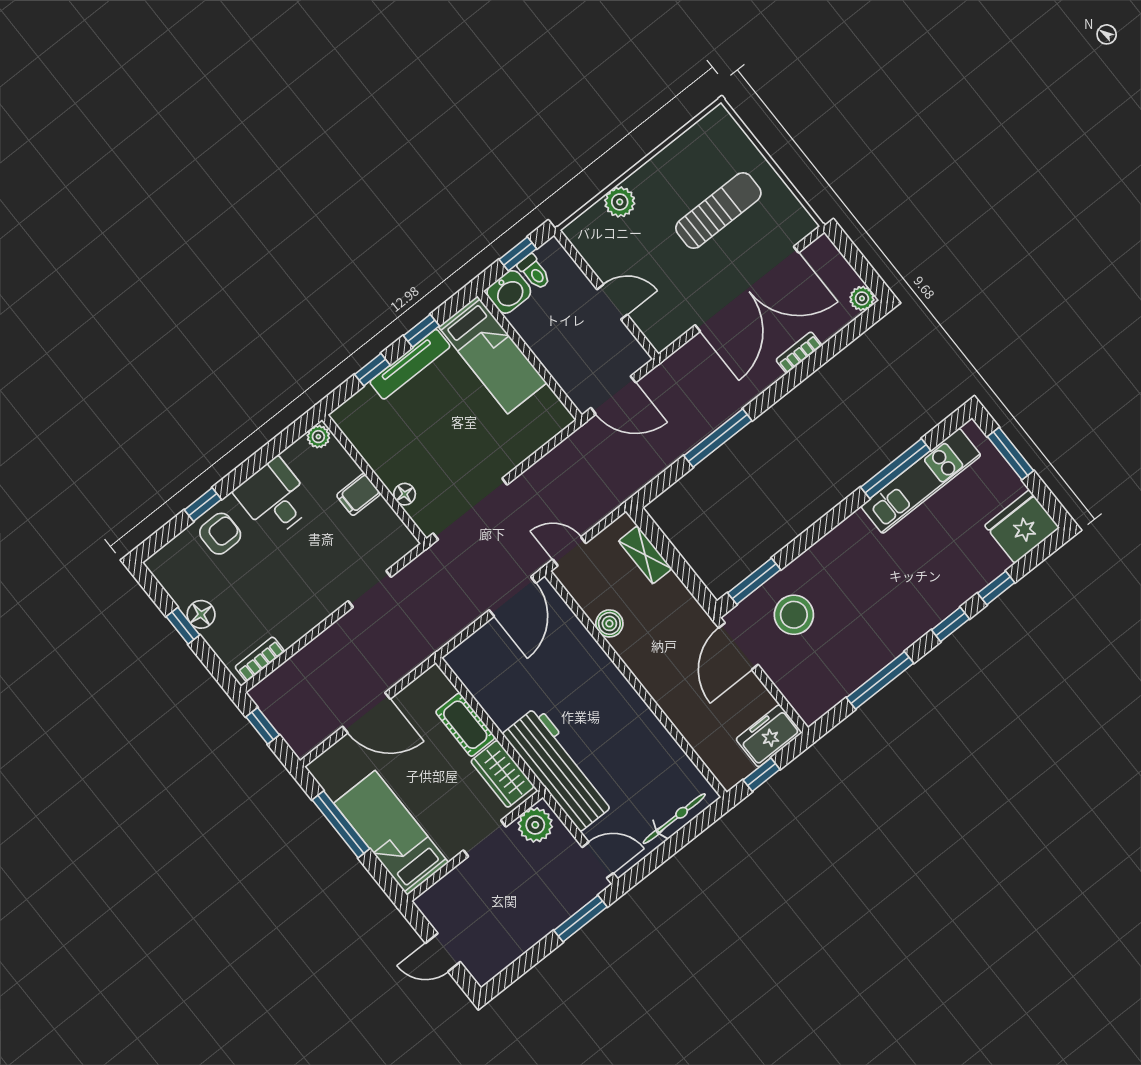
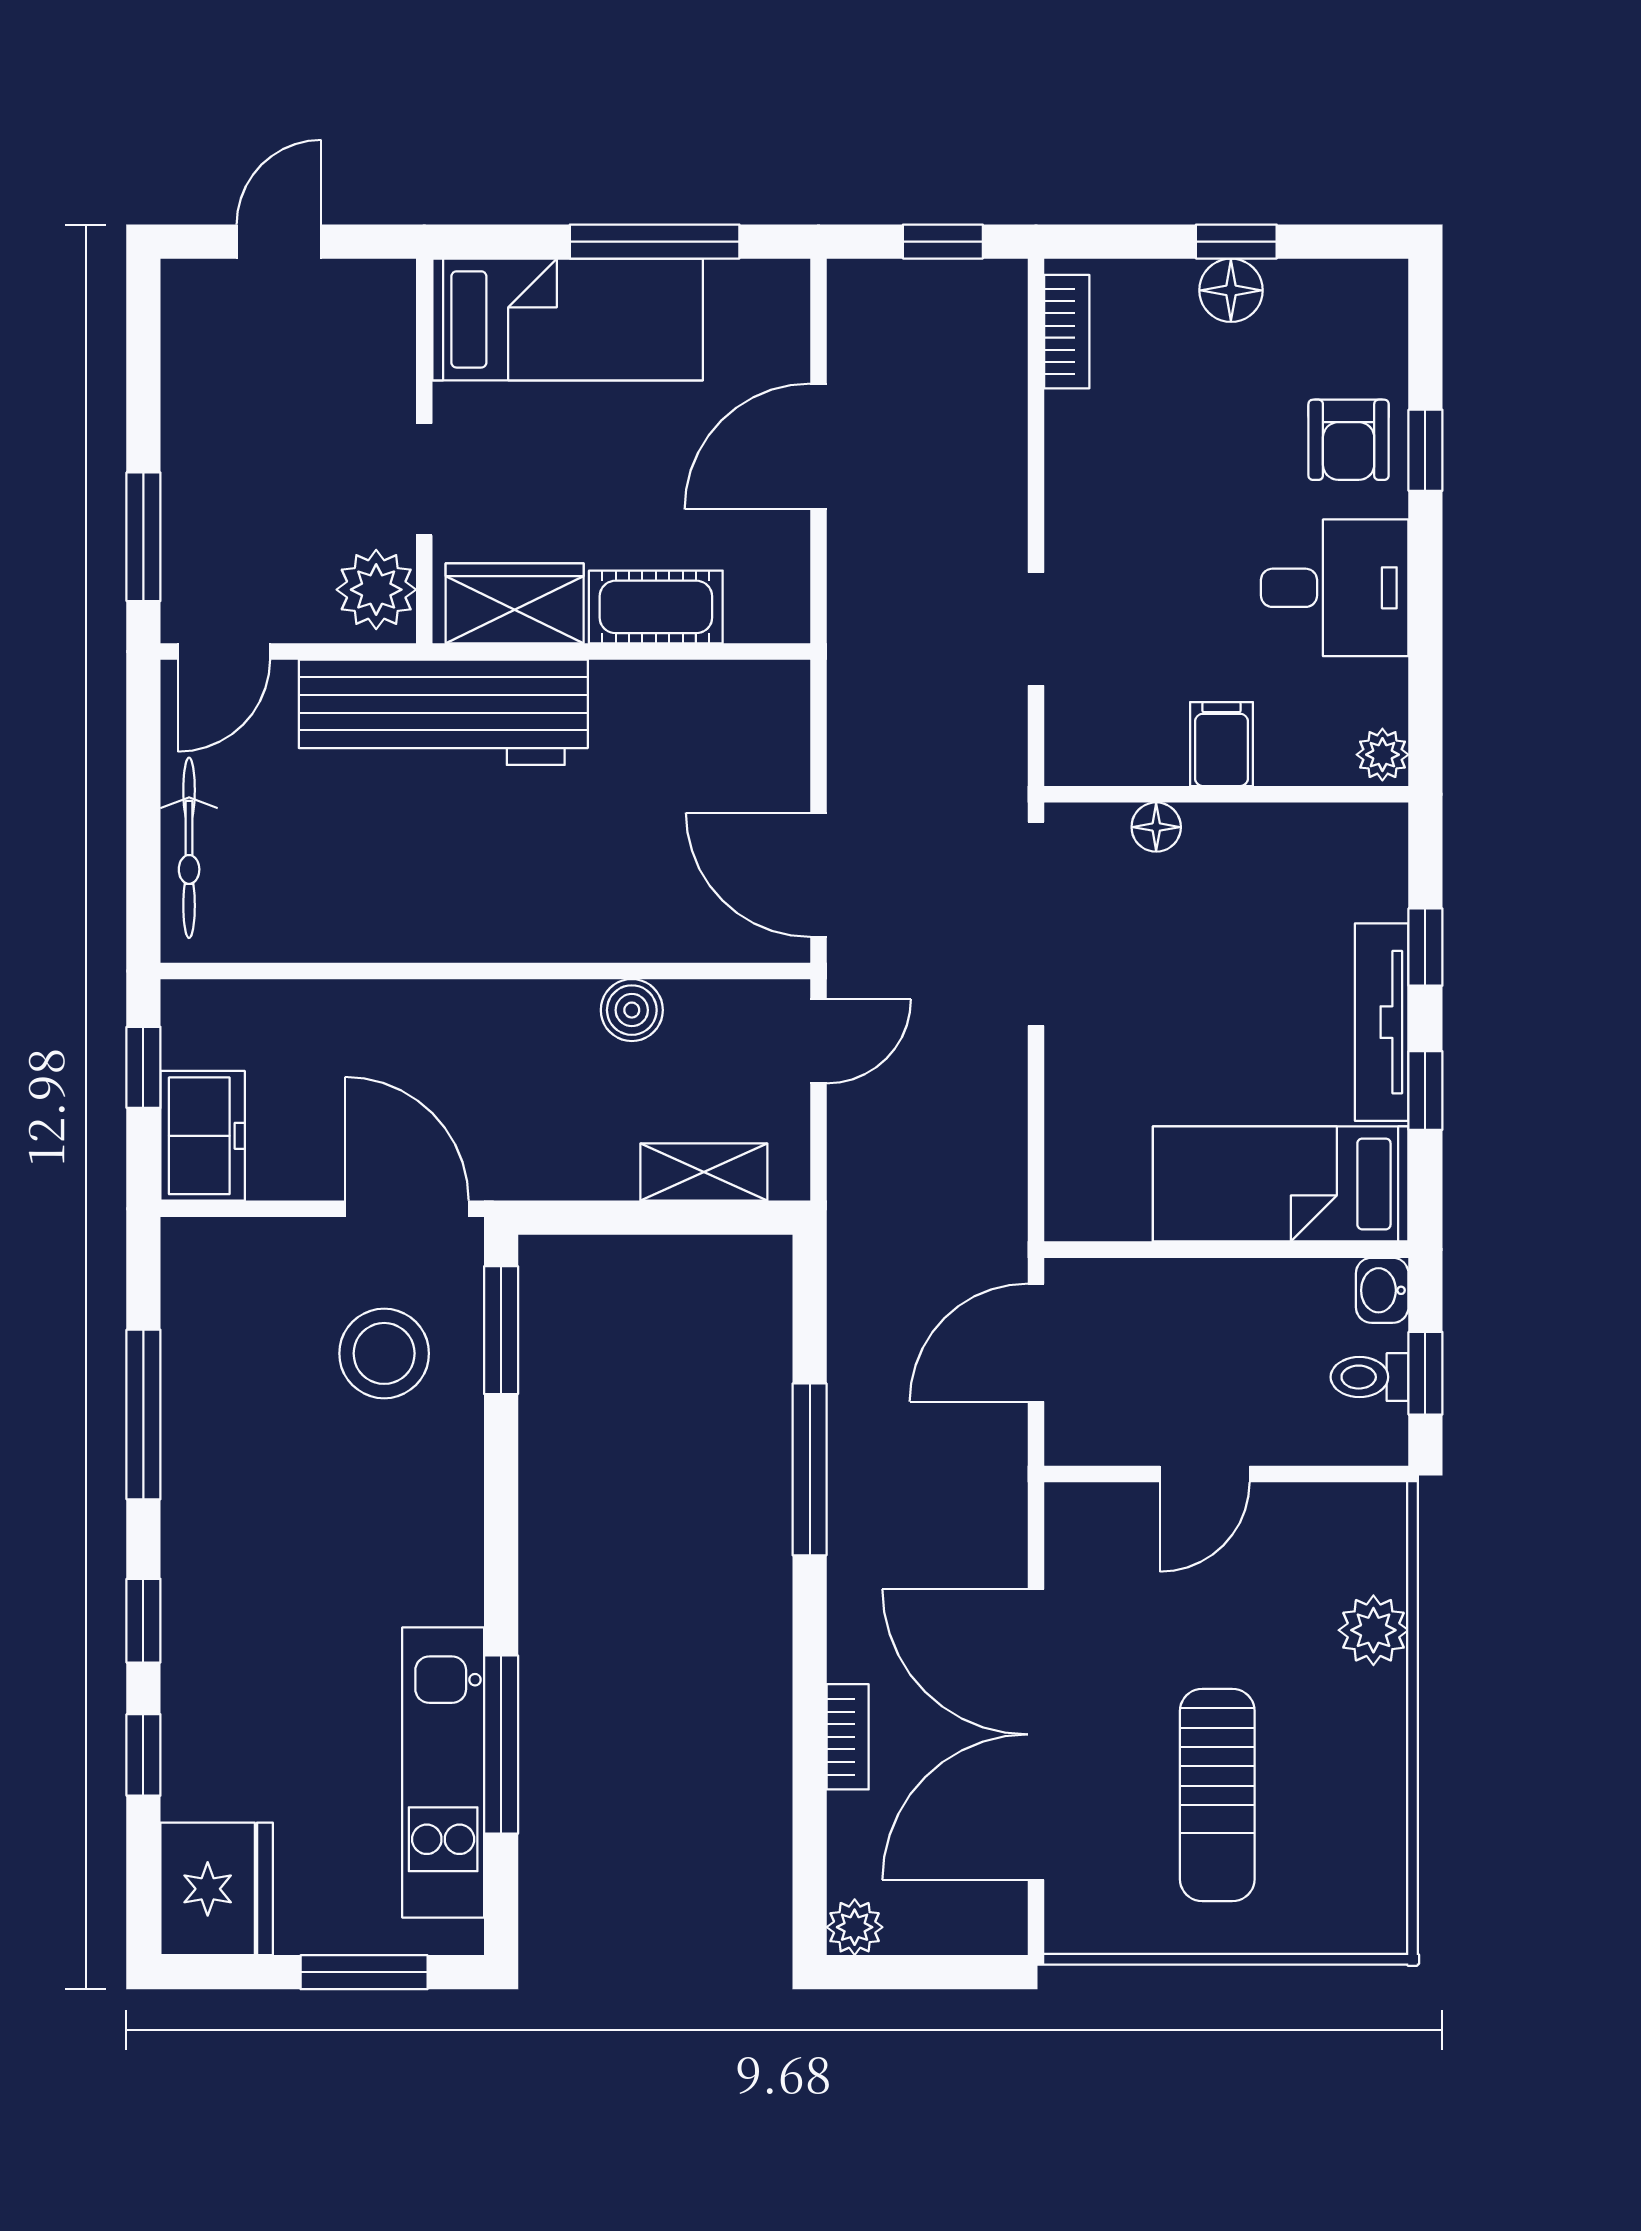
washbasin: (509, 292) -> (1382, 1290), width x0.72, depth x0.69

